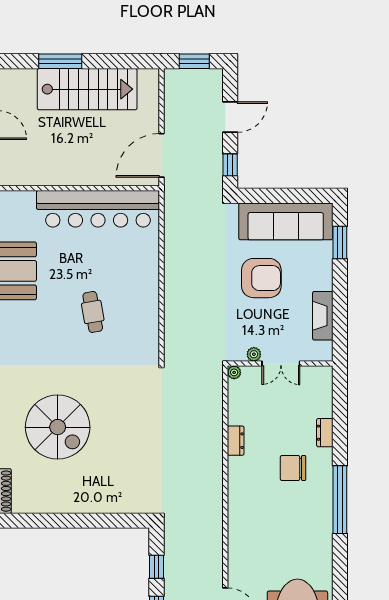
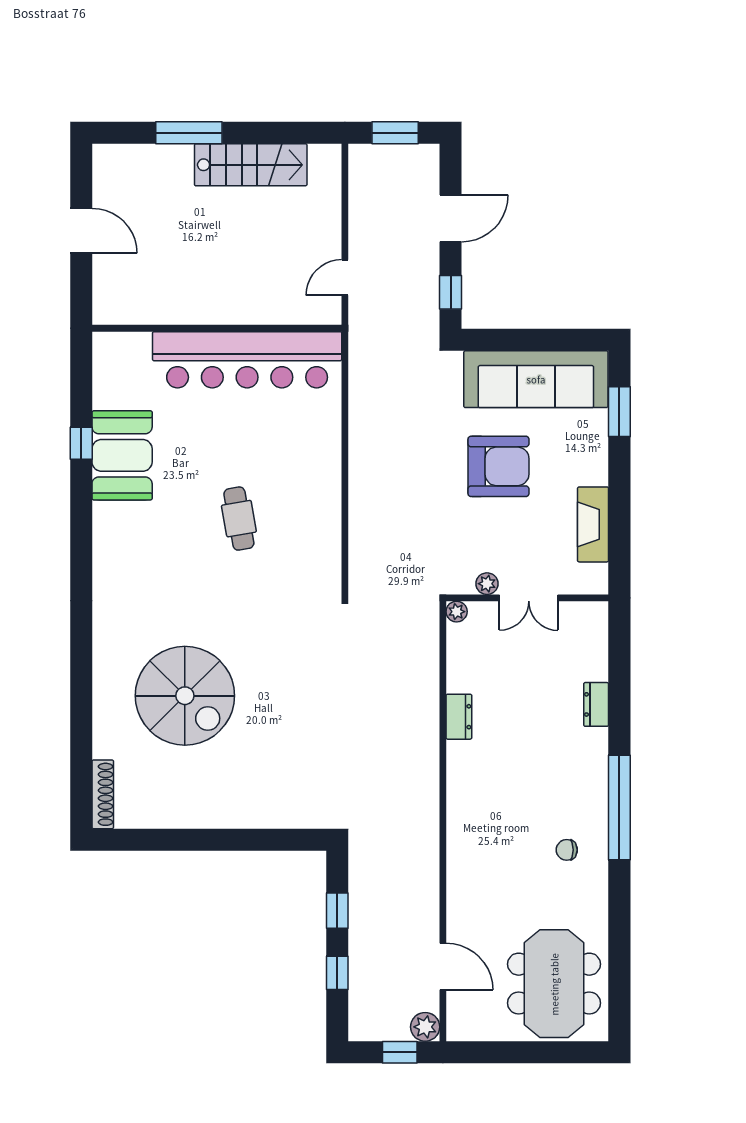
stairs: (87, 89) -> (251, 165), width x0.73, depth x0.66
door: (162, 155) -> (345, 278), width x0.53
chair: (293, 468) -> (567, 850), moved, width x0.54, depth x0.54

